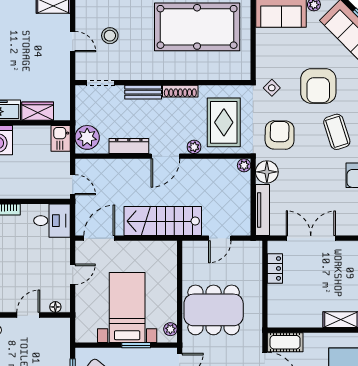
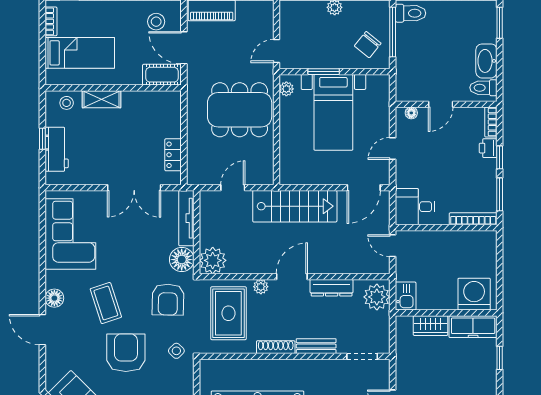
plant: (244, 165) -> (213, 260), width x1.88, depth x1.88

